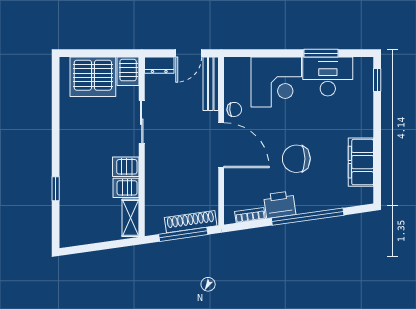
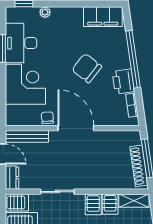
plant: (366, 106) -> (45, 12), added
door: (221, 145) -> (76, 128), hinge flipped
chair: (296, 159) -> (87, 68), turned 128
filing cabinet: (361, 162) -> (103, 17), moved
shoe rack: (191, 222) -> (139, 166), moved

